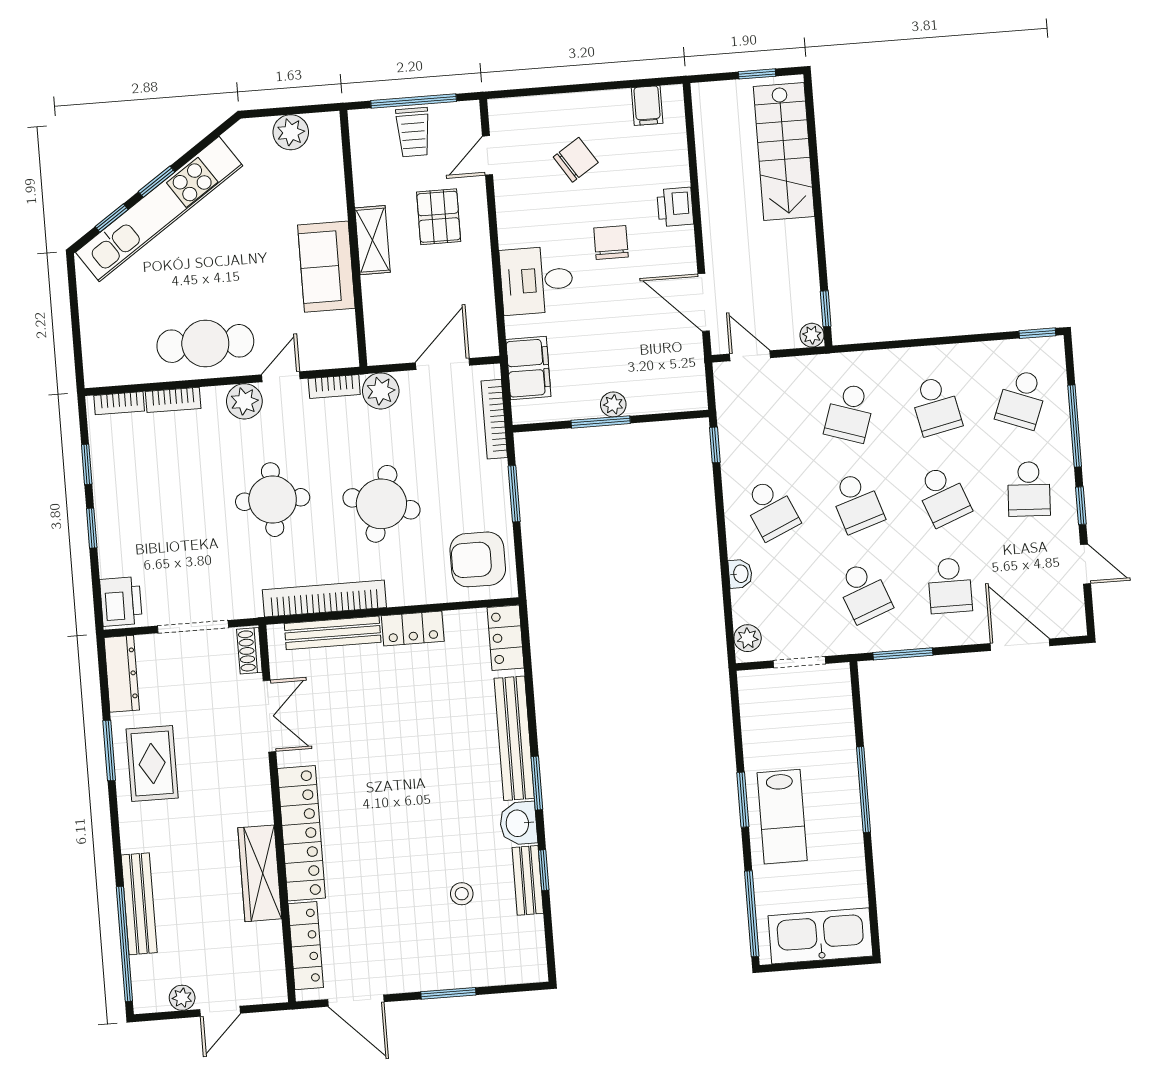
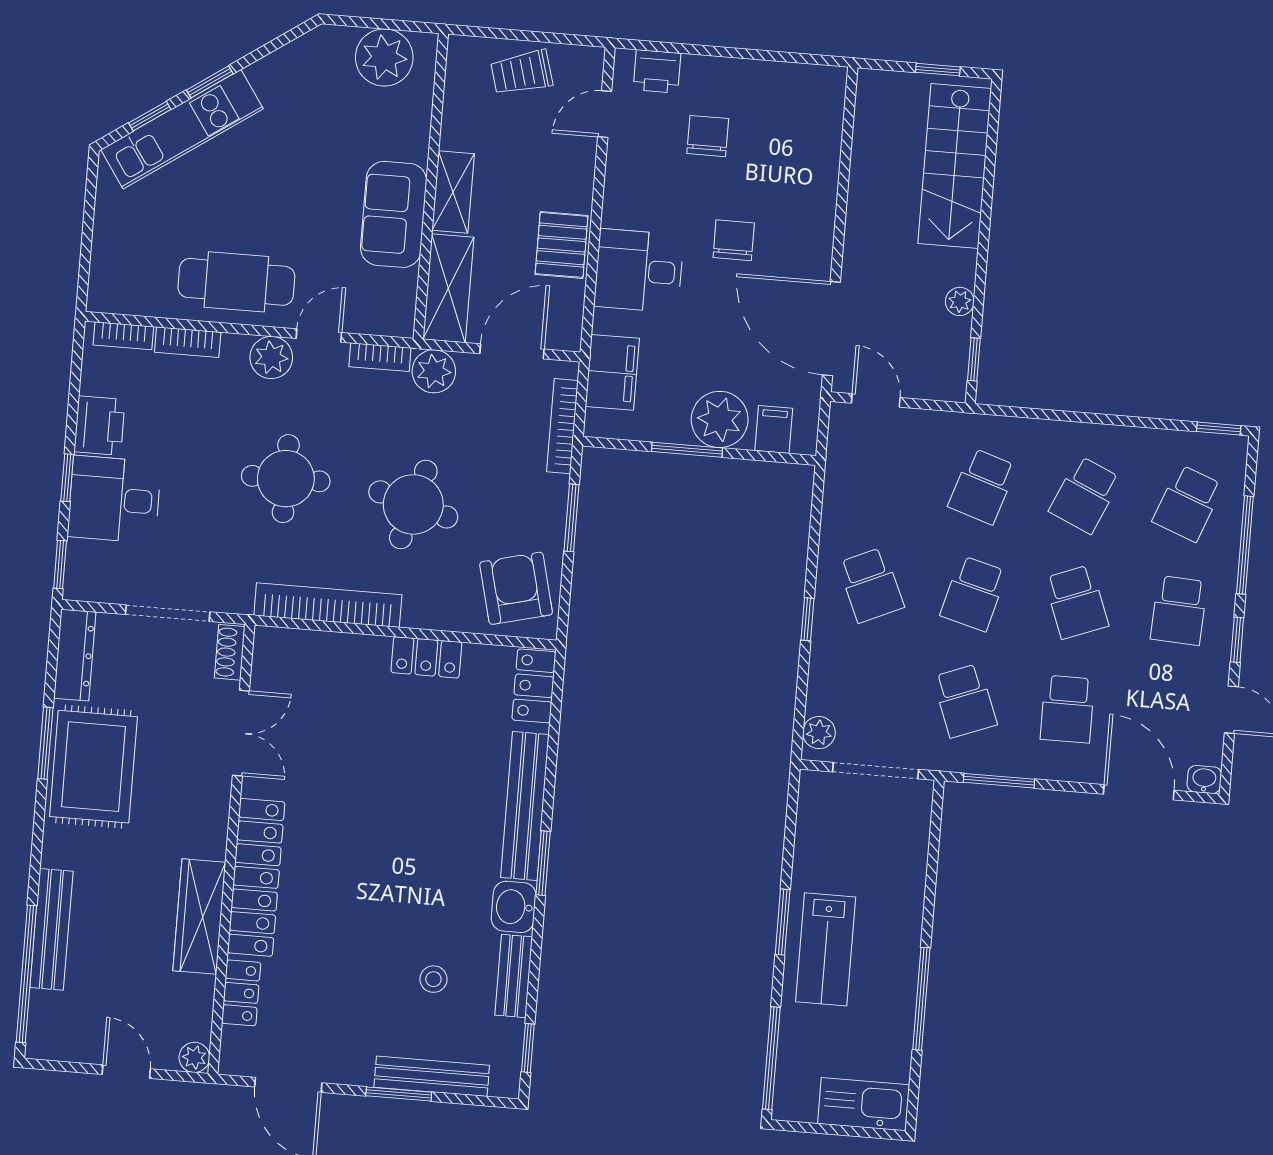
window: (414, 101) -> (528, 36), removed
filing cabinet: (647, 106) -> (774, 429), moved, turned 180
plant: (291, 132) -> (384, 57), width x1.36, depth x1.36
trolley: (413, 132) -> (522, 73), turned 74
chair: (576, 160) -> (708, 136), turned -57
printer: (675, 207) -> (657, 71), moved, turned -90
kitchen unit: (159, 209) -> (182, 129), width x0.73
pallet: (439, 217) -> (562, 245), moved
door: (704, 302) -> (831, 329), width x1.36
shelving: (382, 320) -> (448, 288), added
plant: (812, 335) -> (960, 301), moved
plant: (613, 404) -> (720, 419), width x1.88, depth x1.88
school desk: (936, 406) -> (1085, 495), turned 36
window: (715, 445) -> (807, 619), moved
window: (87, 464) -> (60, 564), moved
school desk: (857, 502) -> (974, 594), turned 33
desk: (134, 540) -> (114, 499), added
armchair: (478, 559) -> (516, 588), turned 76
washbasin: (740, 574) -> (1204, 780), moved, turned -90
printer: (121, 602) -> (99, 426), moved
bench: (333, 633) -> (432, 1076), moved
doorway: (799, 662) -> (876, 771), width x1.38
rug: (152, 763) -> (94, 767), width x1.36, depth x1.43
window: (863, 790) -> (921, 999), moved
window: (544, 870) -> (528, 1048), moved
kitchen sink: (820, 936) -> (864, 1104), width x0.73, depth x0.81
locker: (306, 946) -> (241, 993), width x0.66
plant: (182, 998) -> (194, 1057), moved
door: (220, 1011) -> (126, 1072), swing flipped

